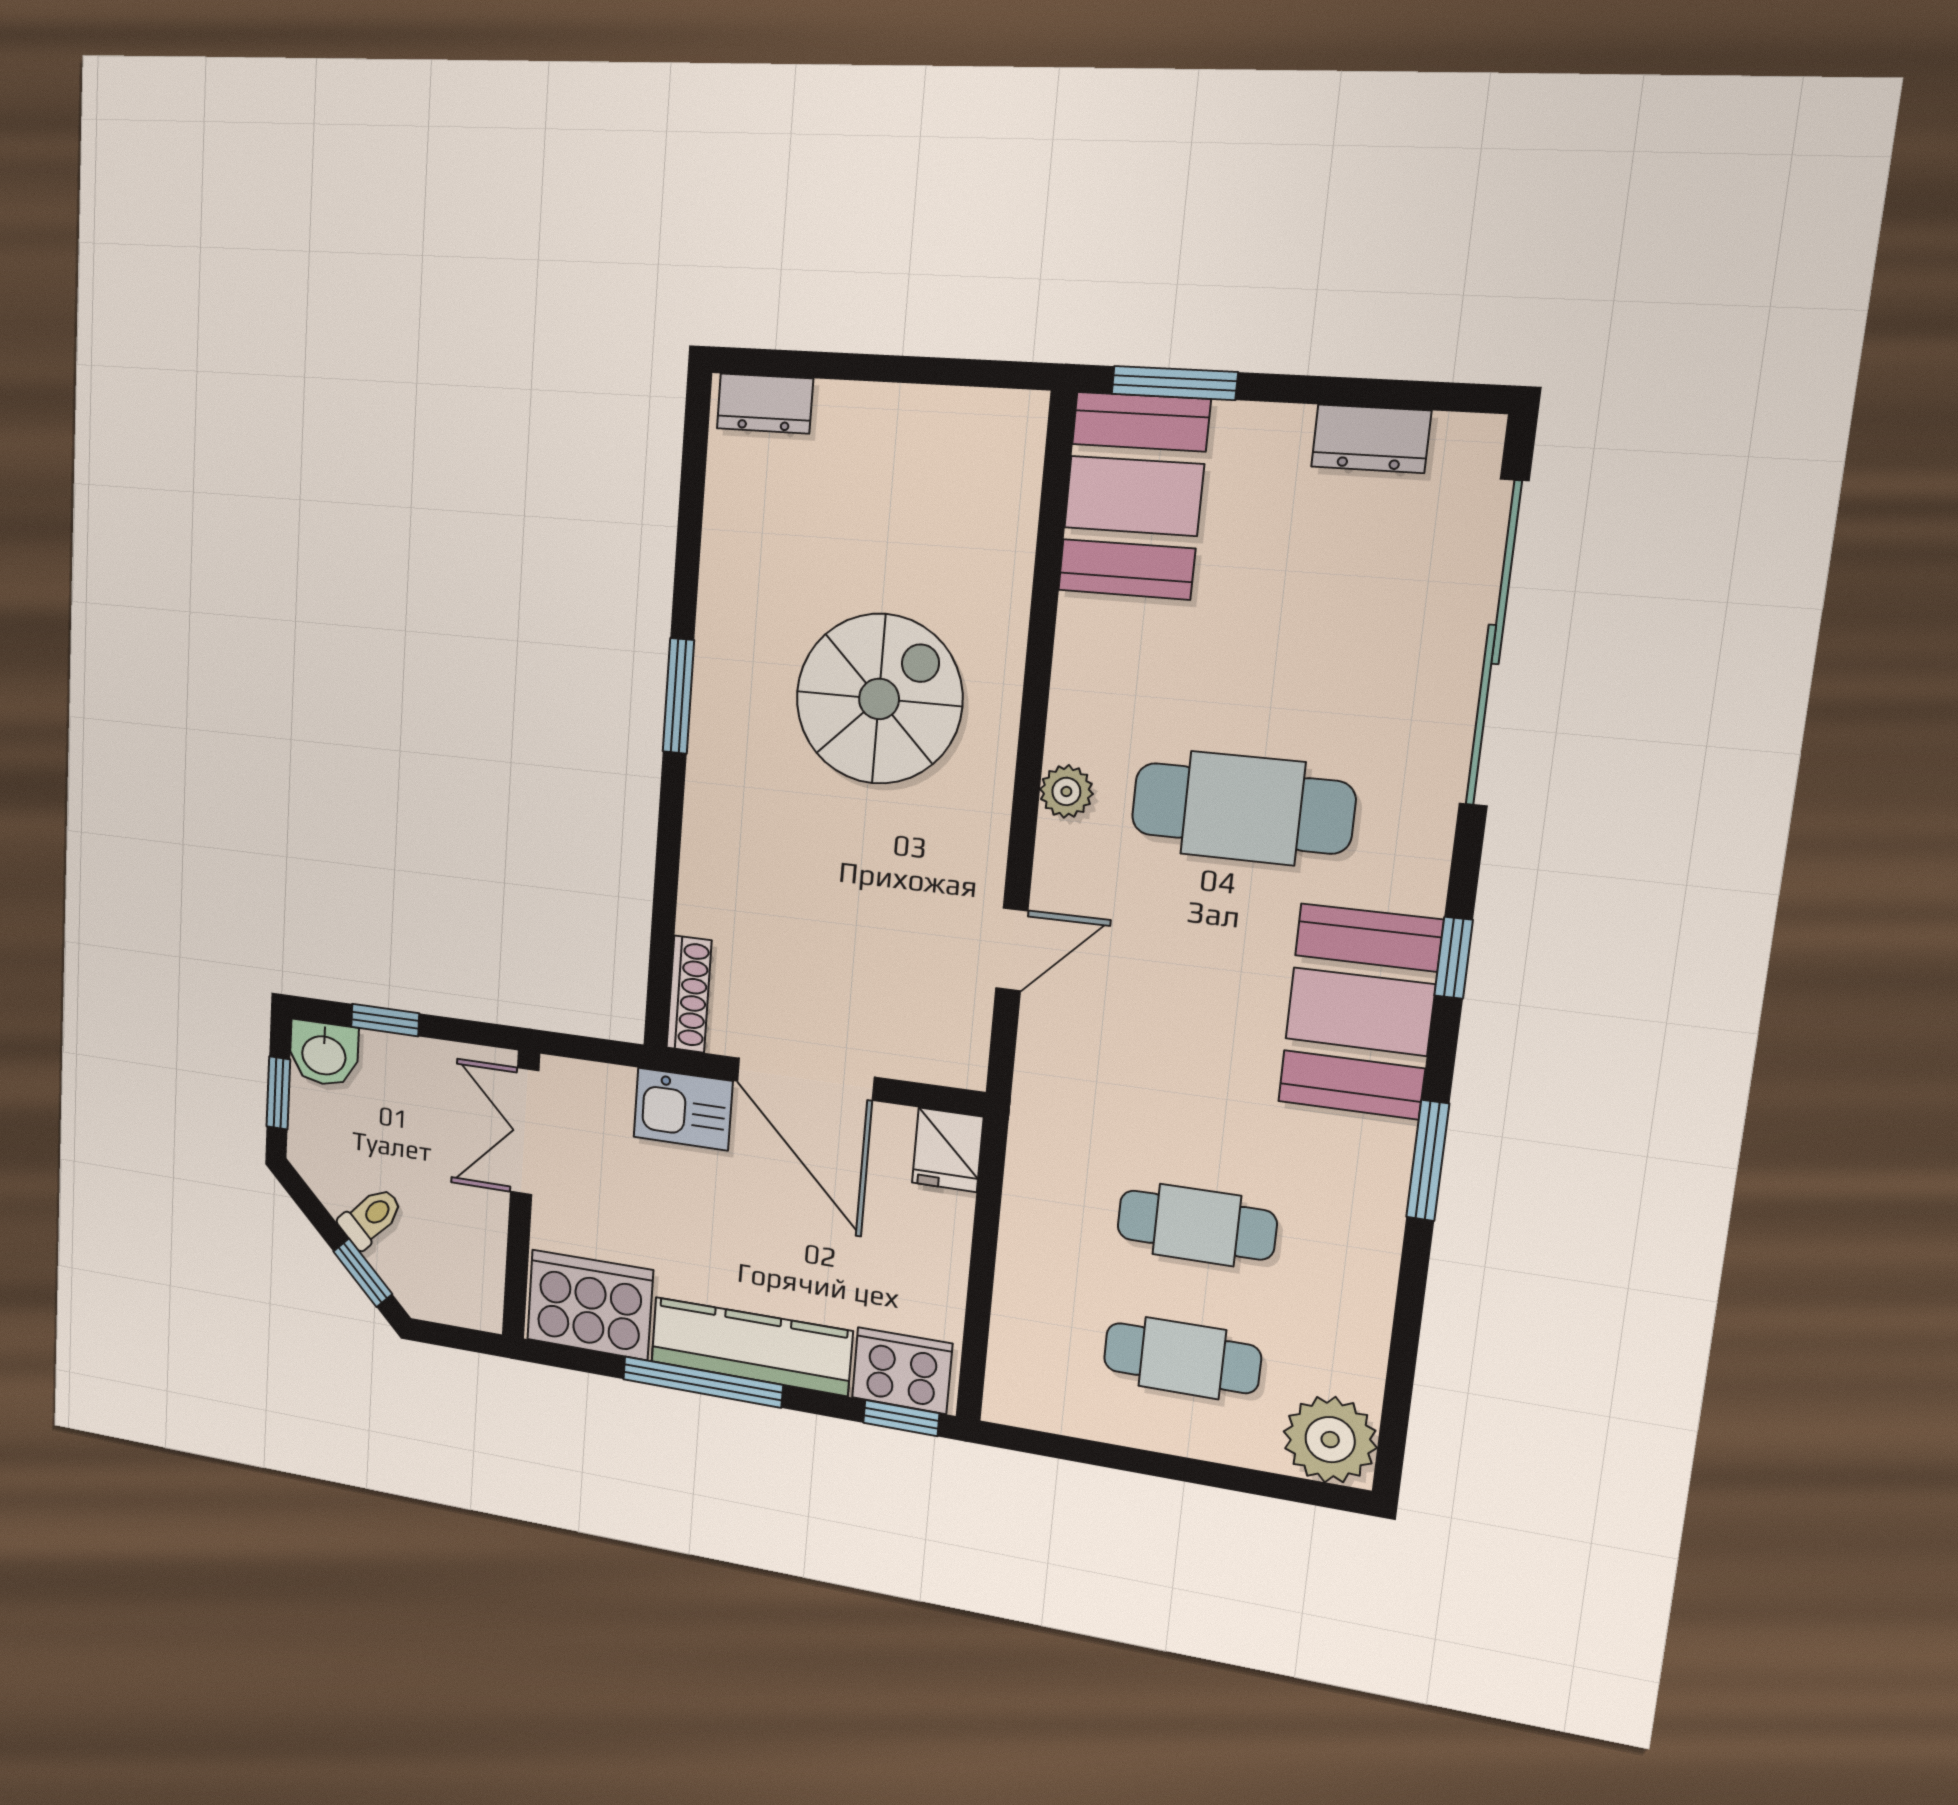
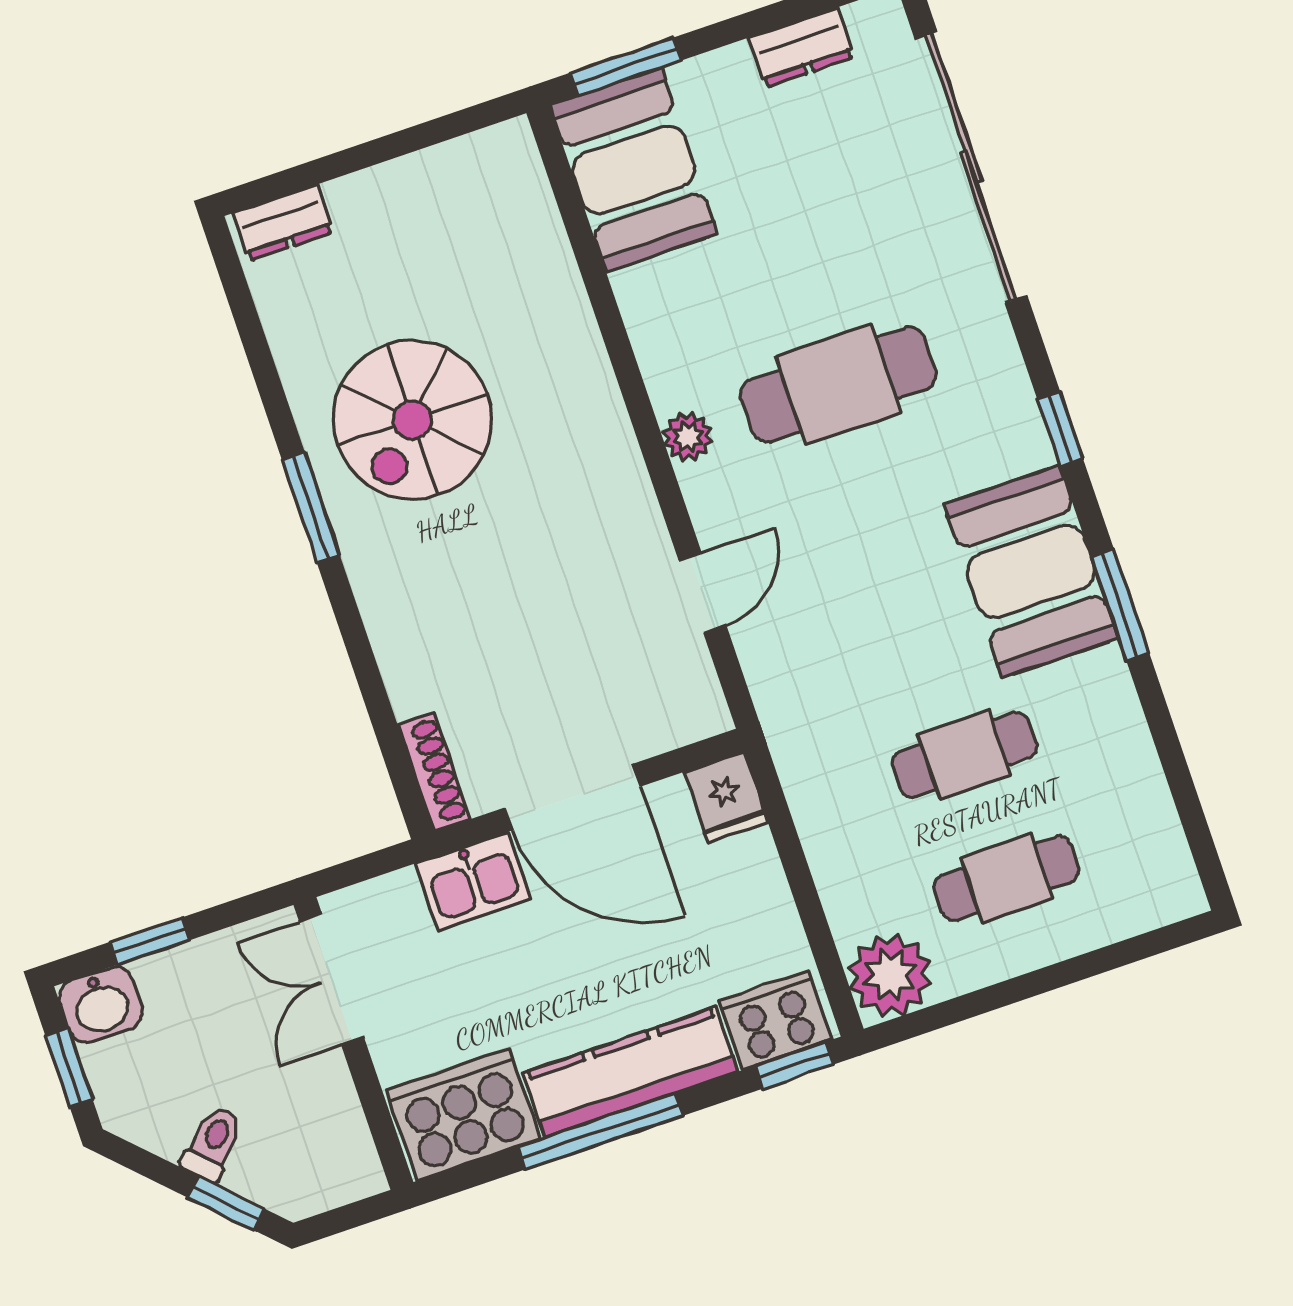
spiral stairs: (879, 699) -> (412, 420), moved, turned 180
booth: (1360, 1012) -> (1031, 571), moved
plant: (1330, 1440) -> (890, 975), moved

